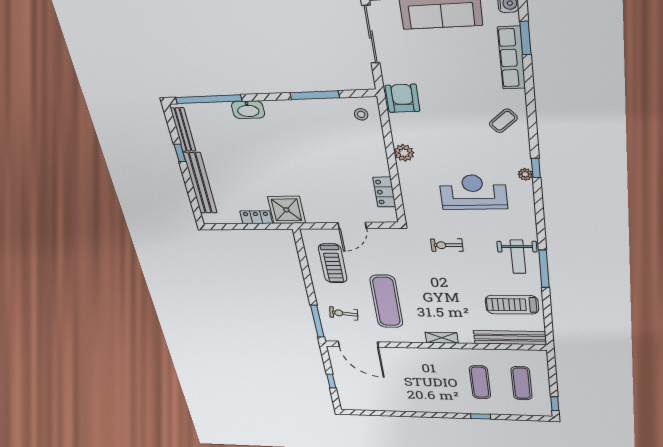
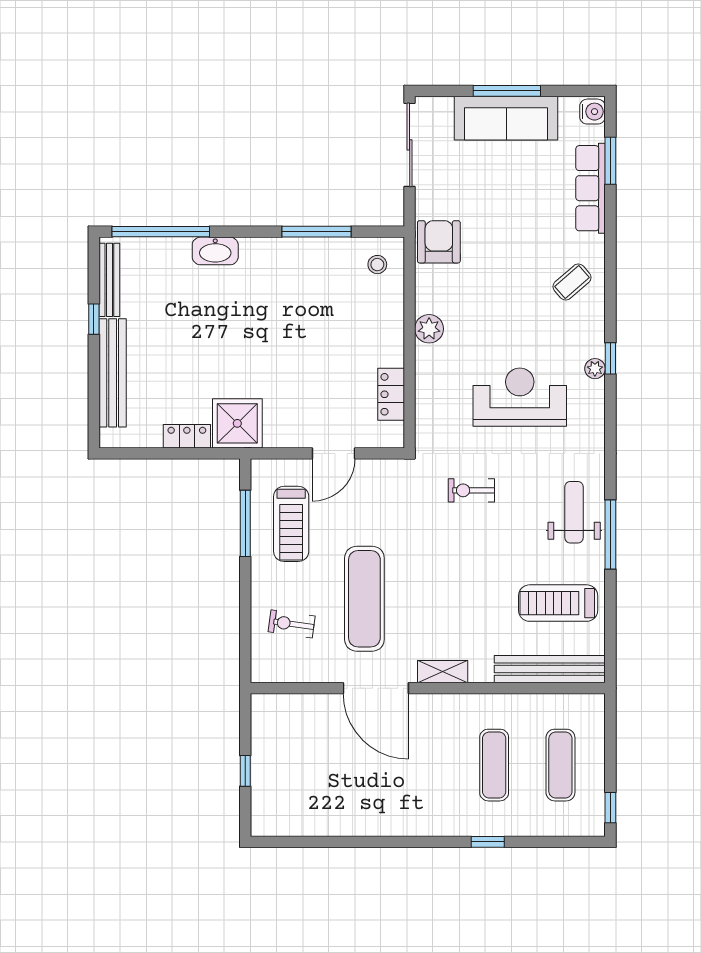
weight bench: (518, 257) -> (574, 512), turned 180
window: (317, 321) -> (245, 523), moved
door: (358, 344) -> (376, 688), moved

